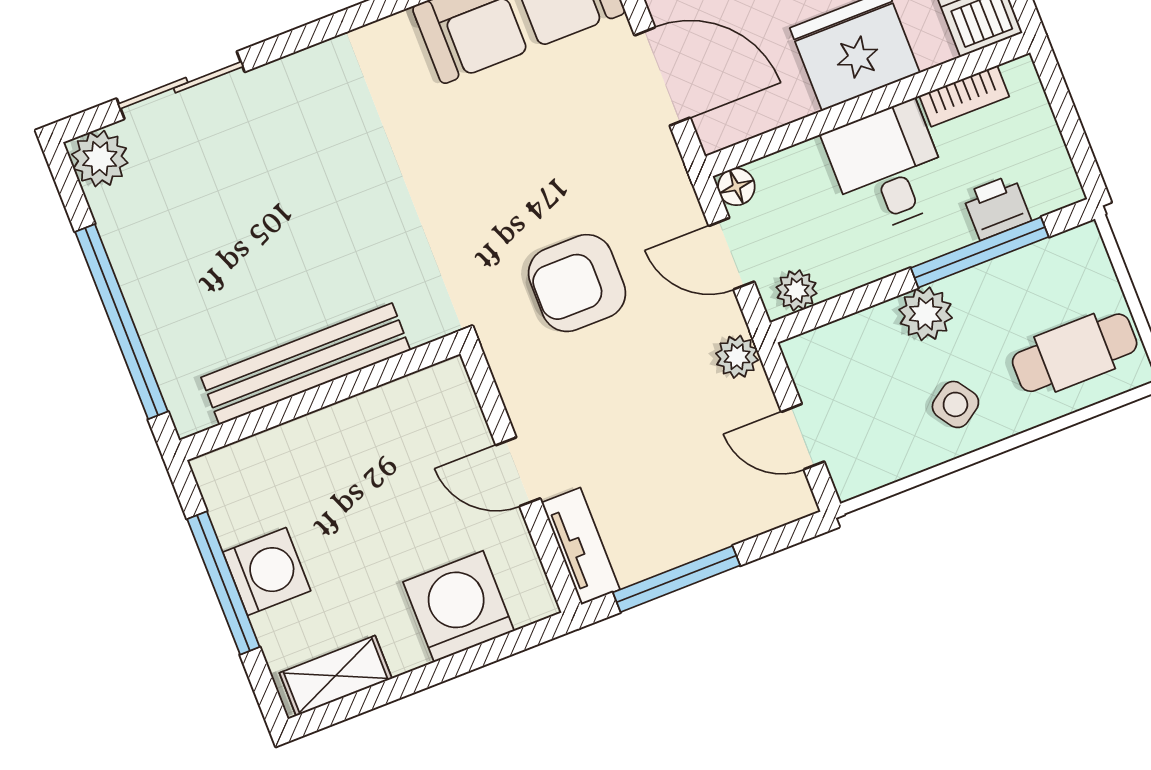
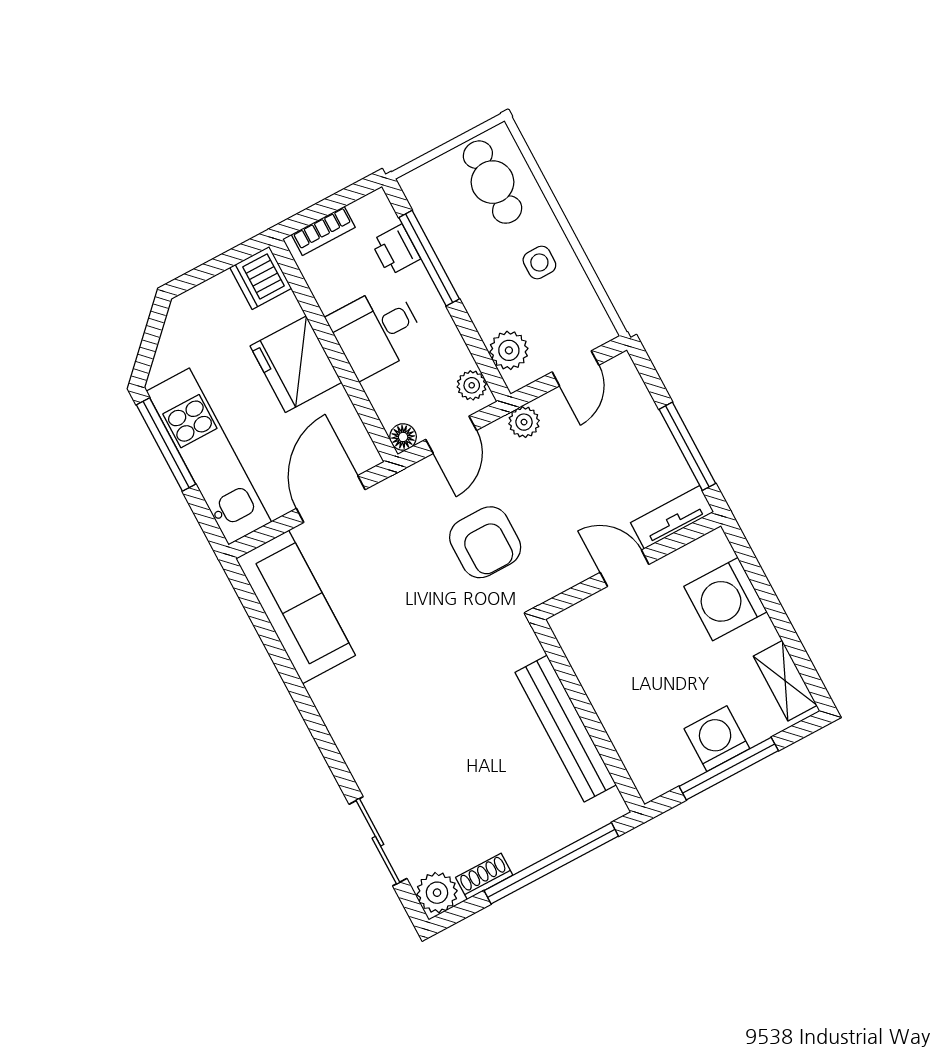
bookcase: (964, 96) -> (323, 231), moved, turned 90
shoe rack: (115, 227) -> (484, 876), added
plant: (926, 314) -> (509, 350), moved
side table: (955, 404) -> (539, 263), turned 34
door: (518, 472) -> (624, 568), swing flipped

